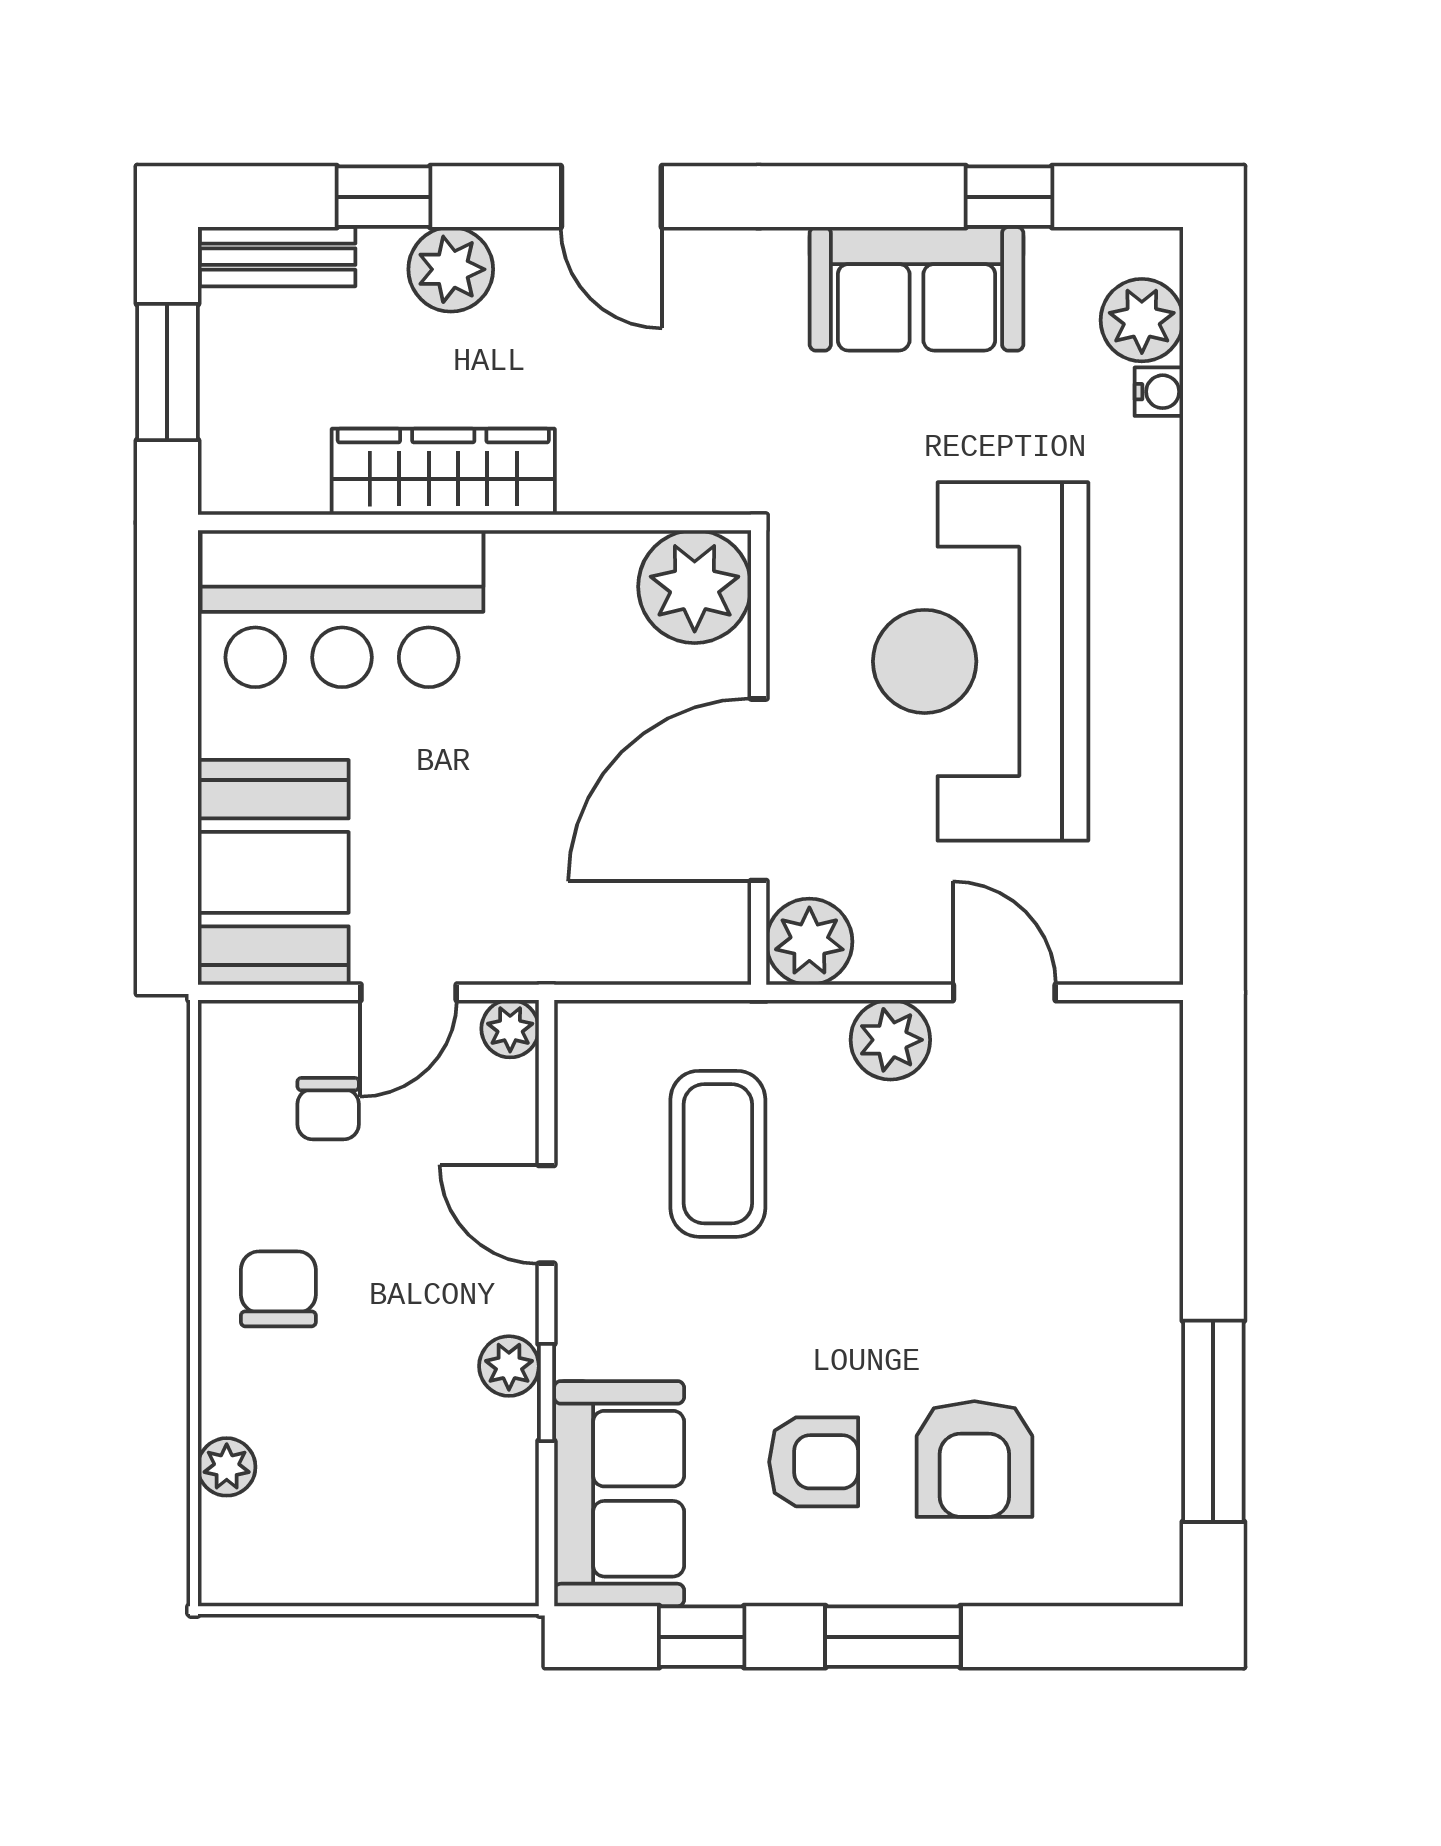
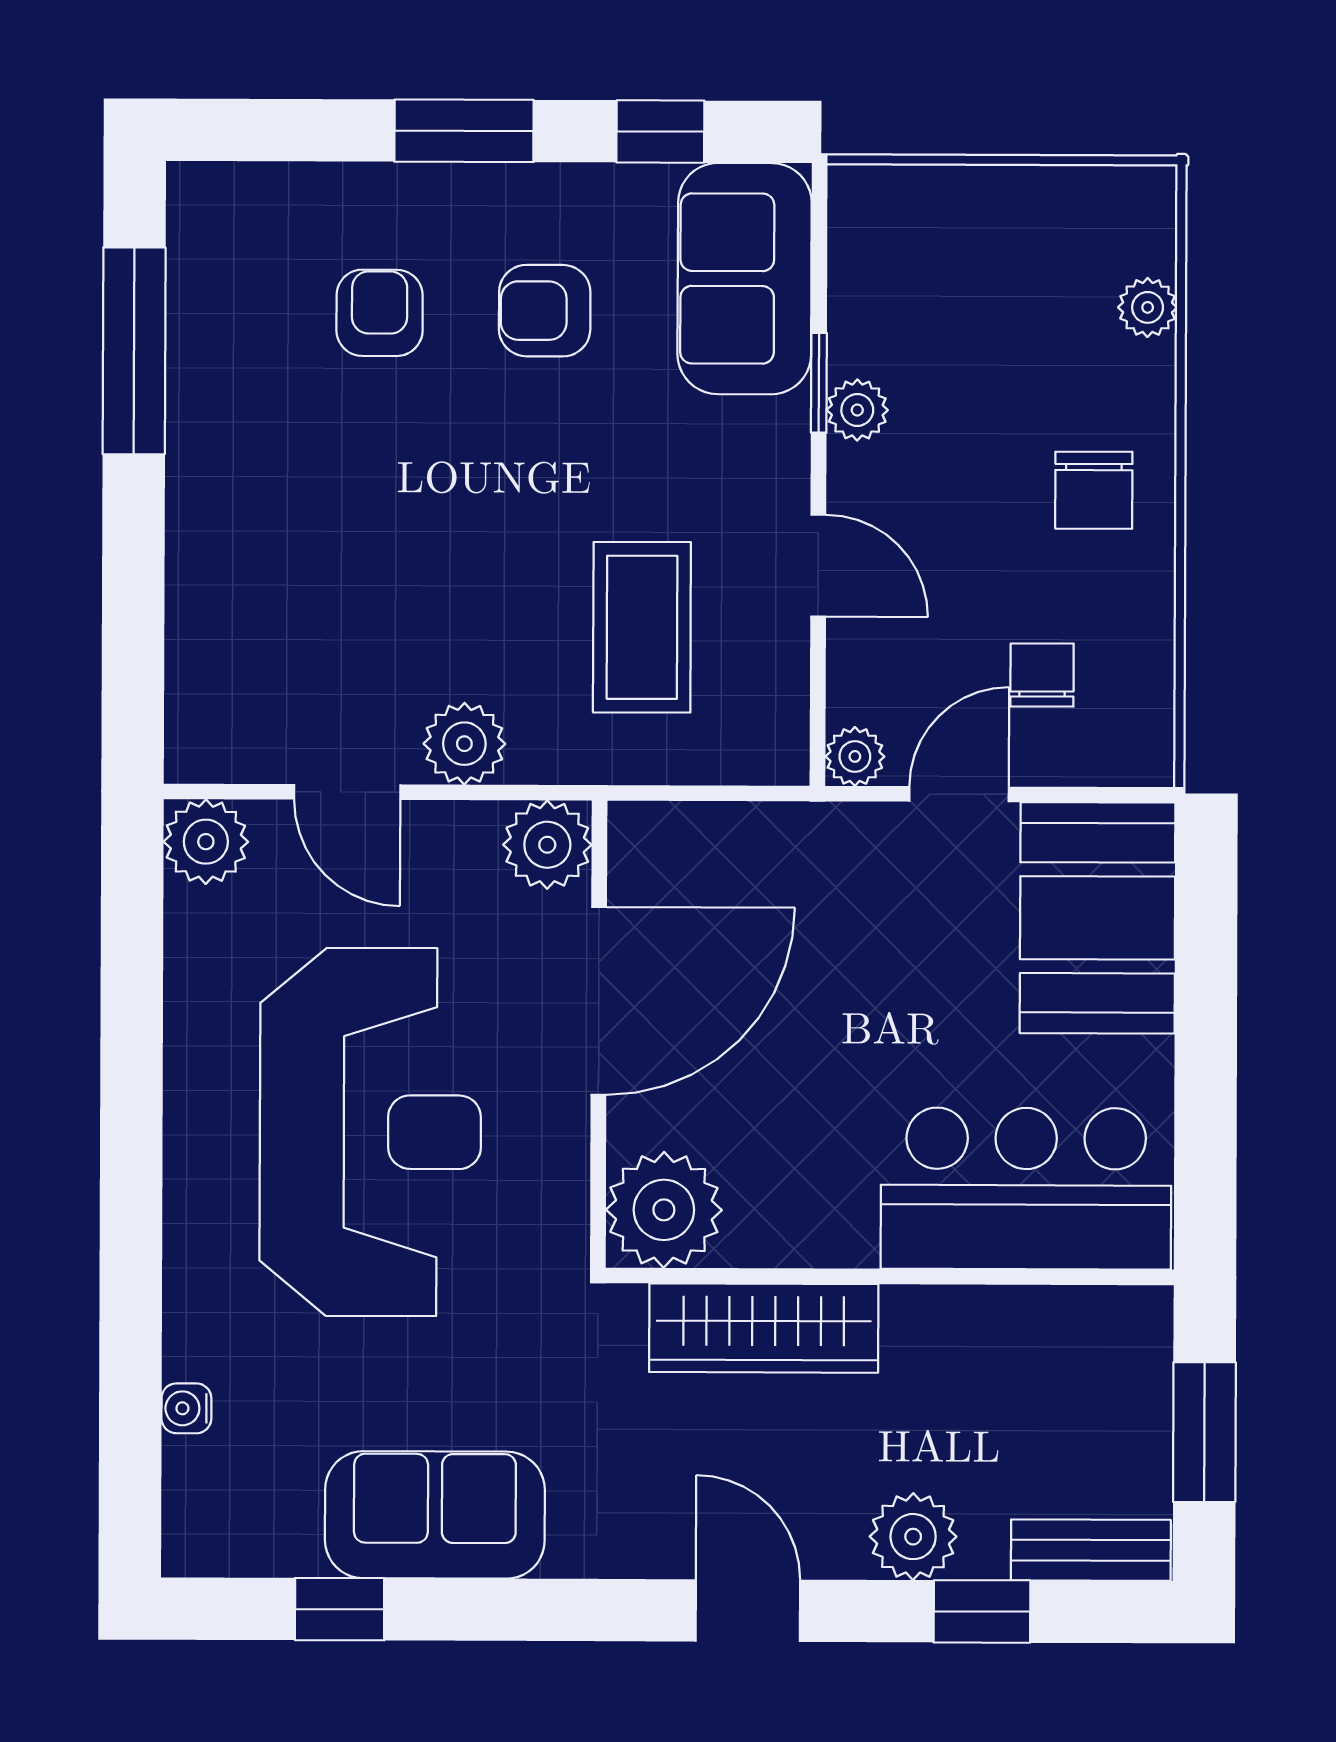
plant: (1142, 320) -> (206, 842), moved
wardrobe: (443, 472) -> (764, 1328), moved
armchair: (974, 1459) -> (380, 313), width x0.72, depth x0.72

